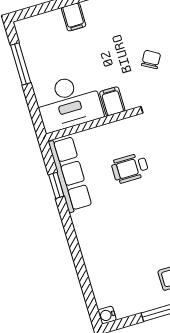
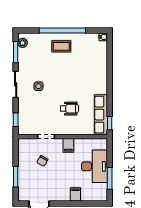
desk: (69, 103) -> (94, 166), moved, turned 90
window: (56, 185) -> (110, 123), moved

